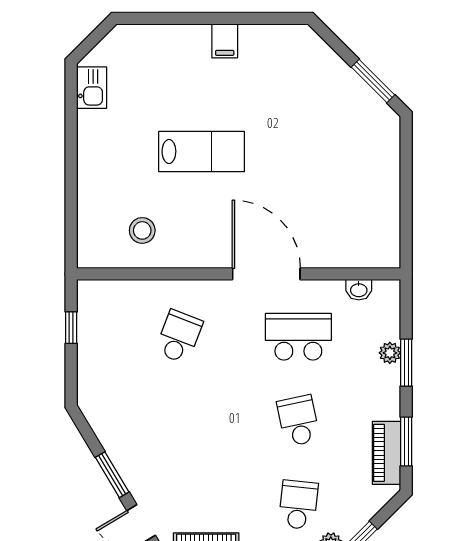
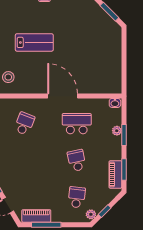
washbasin: (359, 290) -> (115, 103), moved

